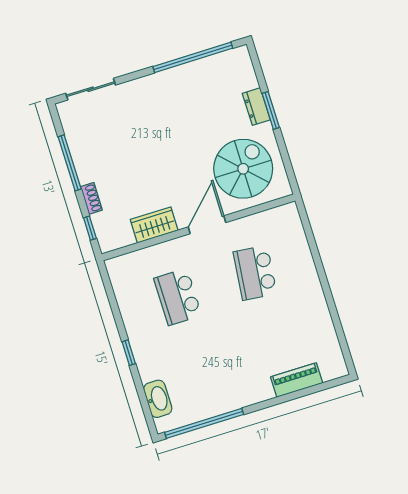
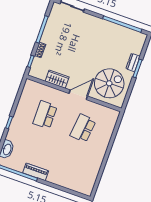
piano: (297, 380) -> (36, 172), moved

